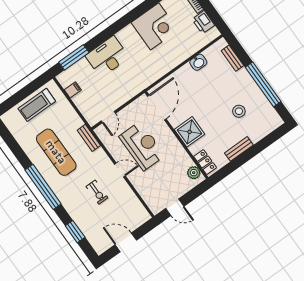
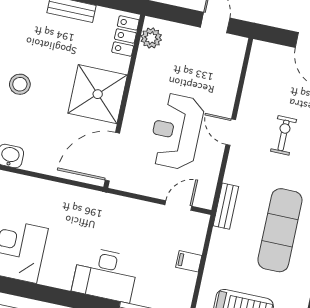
filing cabinet: (73, 90) -> (189, 261), moved
stool: (239, 111) -> (20, 84), moved
shower: (190, 132) -> (98, 94), width x1.37, depth x1.37

